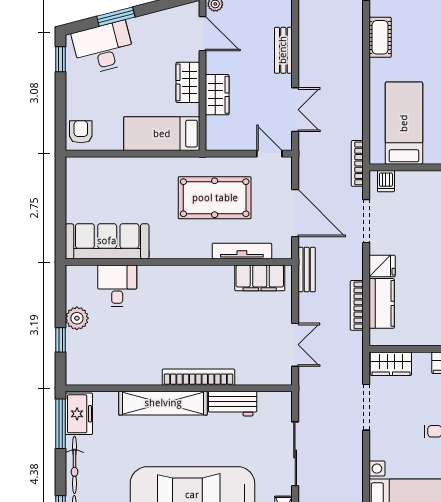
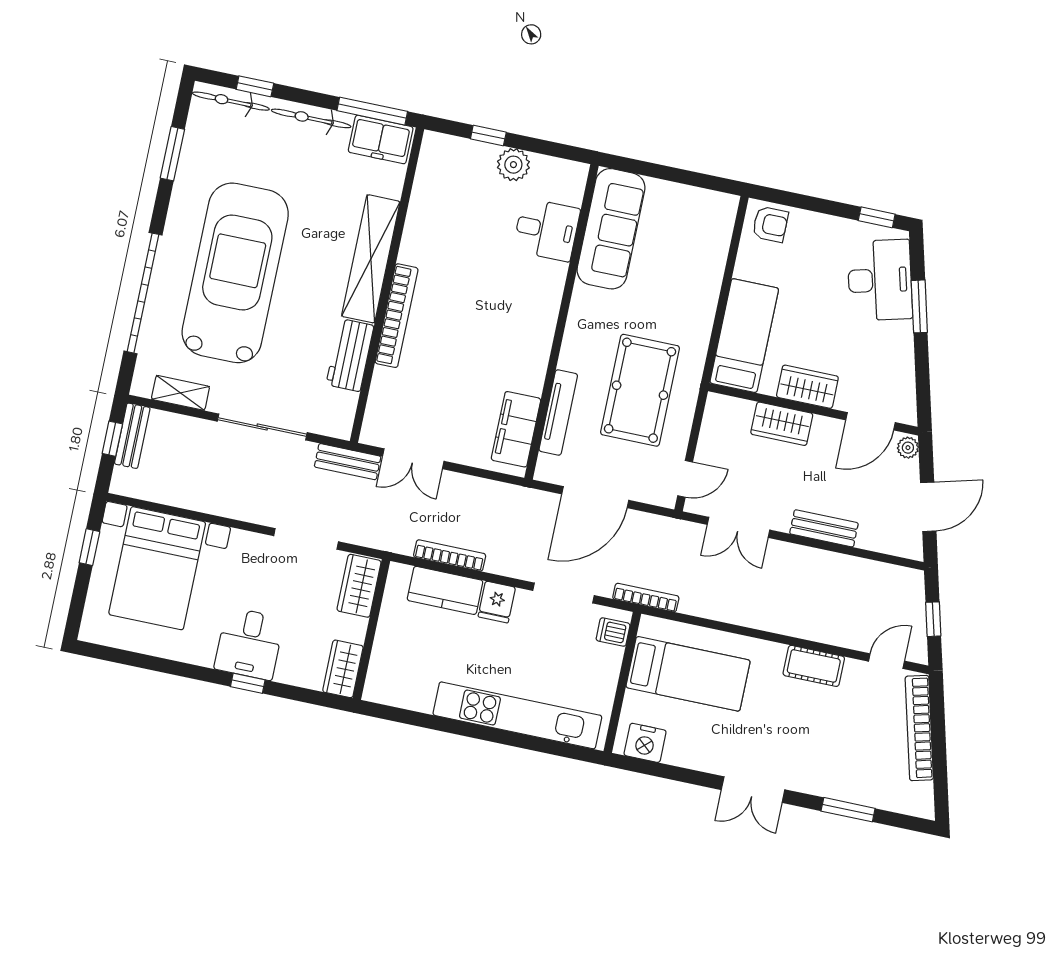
bench: (307, 270) -> (348, 462), moved

